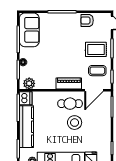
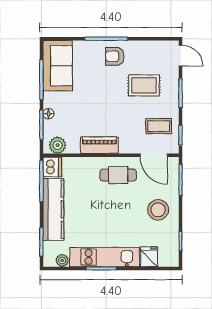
armchair: (87, 20) -> (115, 56), moved
rug: (96, 49) -> (144, 85), moved
piano: (69, 83) -> (99, 145), moved
door: (94, 90) -> (154, 155), hinge flipped
stool: (75, 123) -> (158, 210), moved

